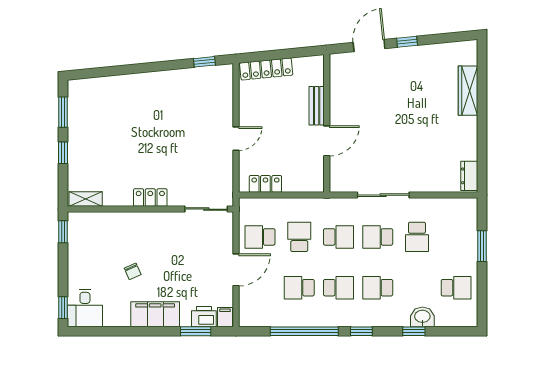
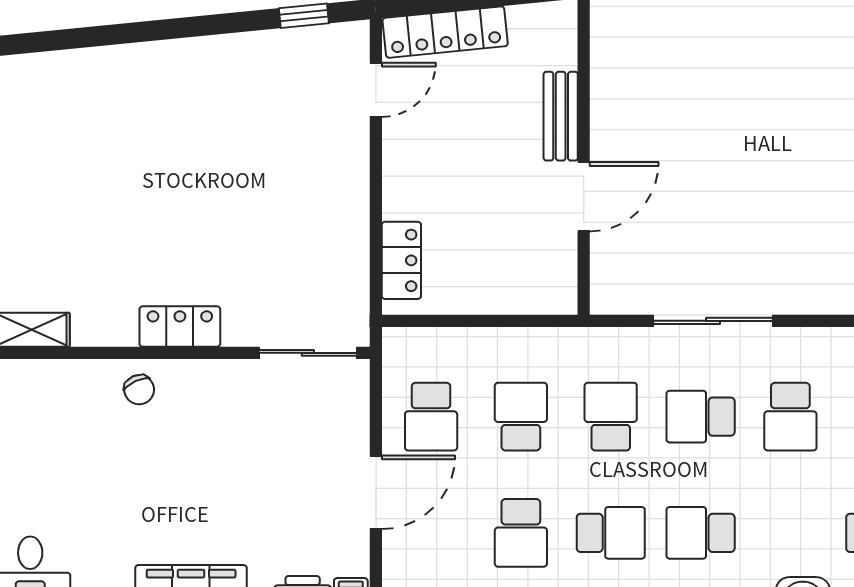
door: (236, 139) -> (376, 90), moved
locker: (265, 184) -> (401, 260), moved, turned 90
school desk: (260, 237) -> (431, 417), turned -90
school desk: (338, 237) -> (611, 417), turned -90
chair: (133, 271) -> (139, 390), moved
school desk: (299, 288) -> (521, 533), turned -90

